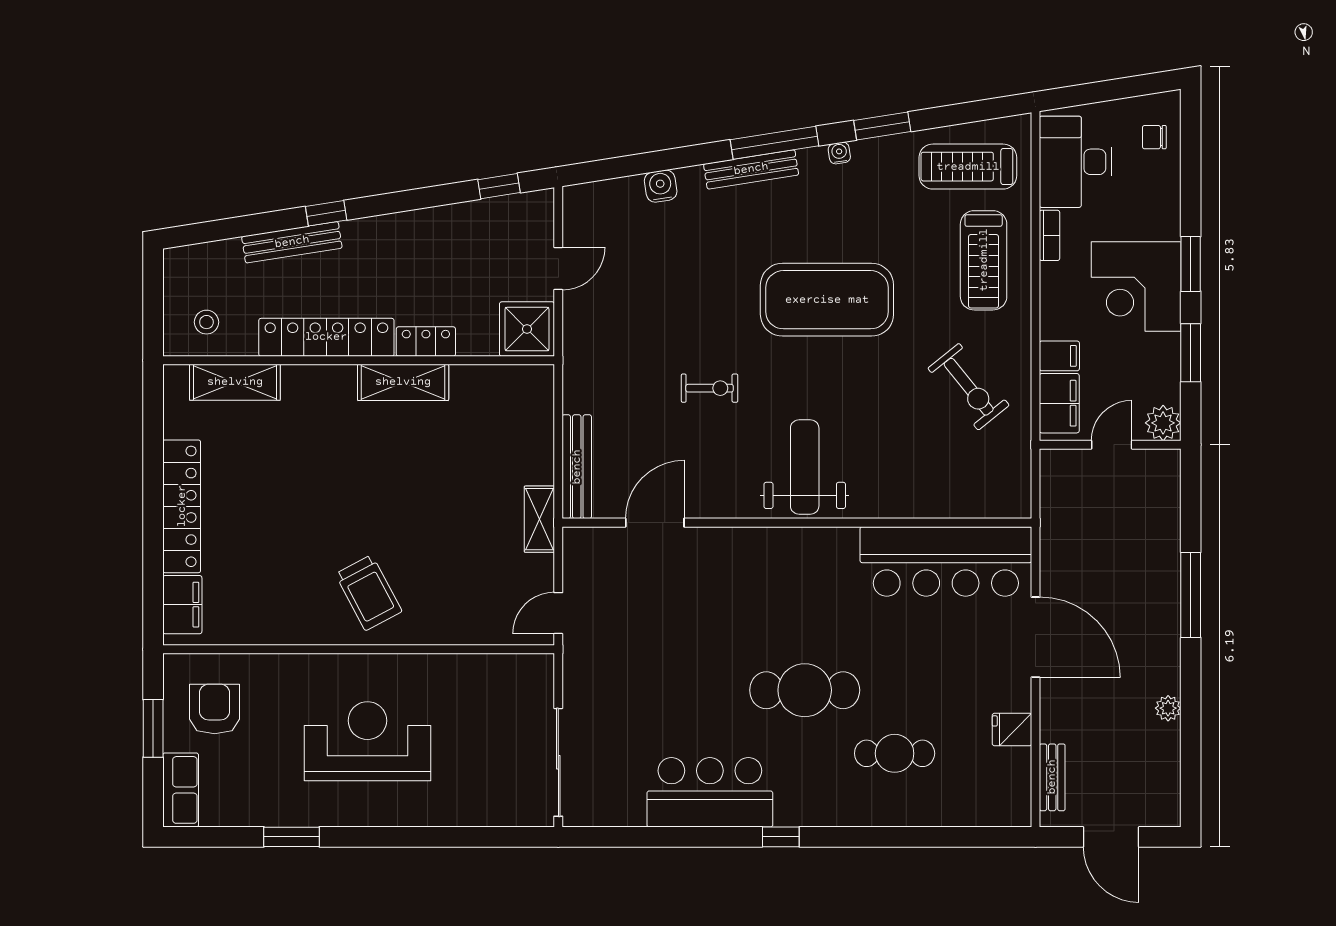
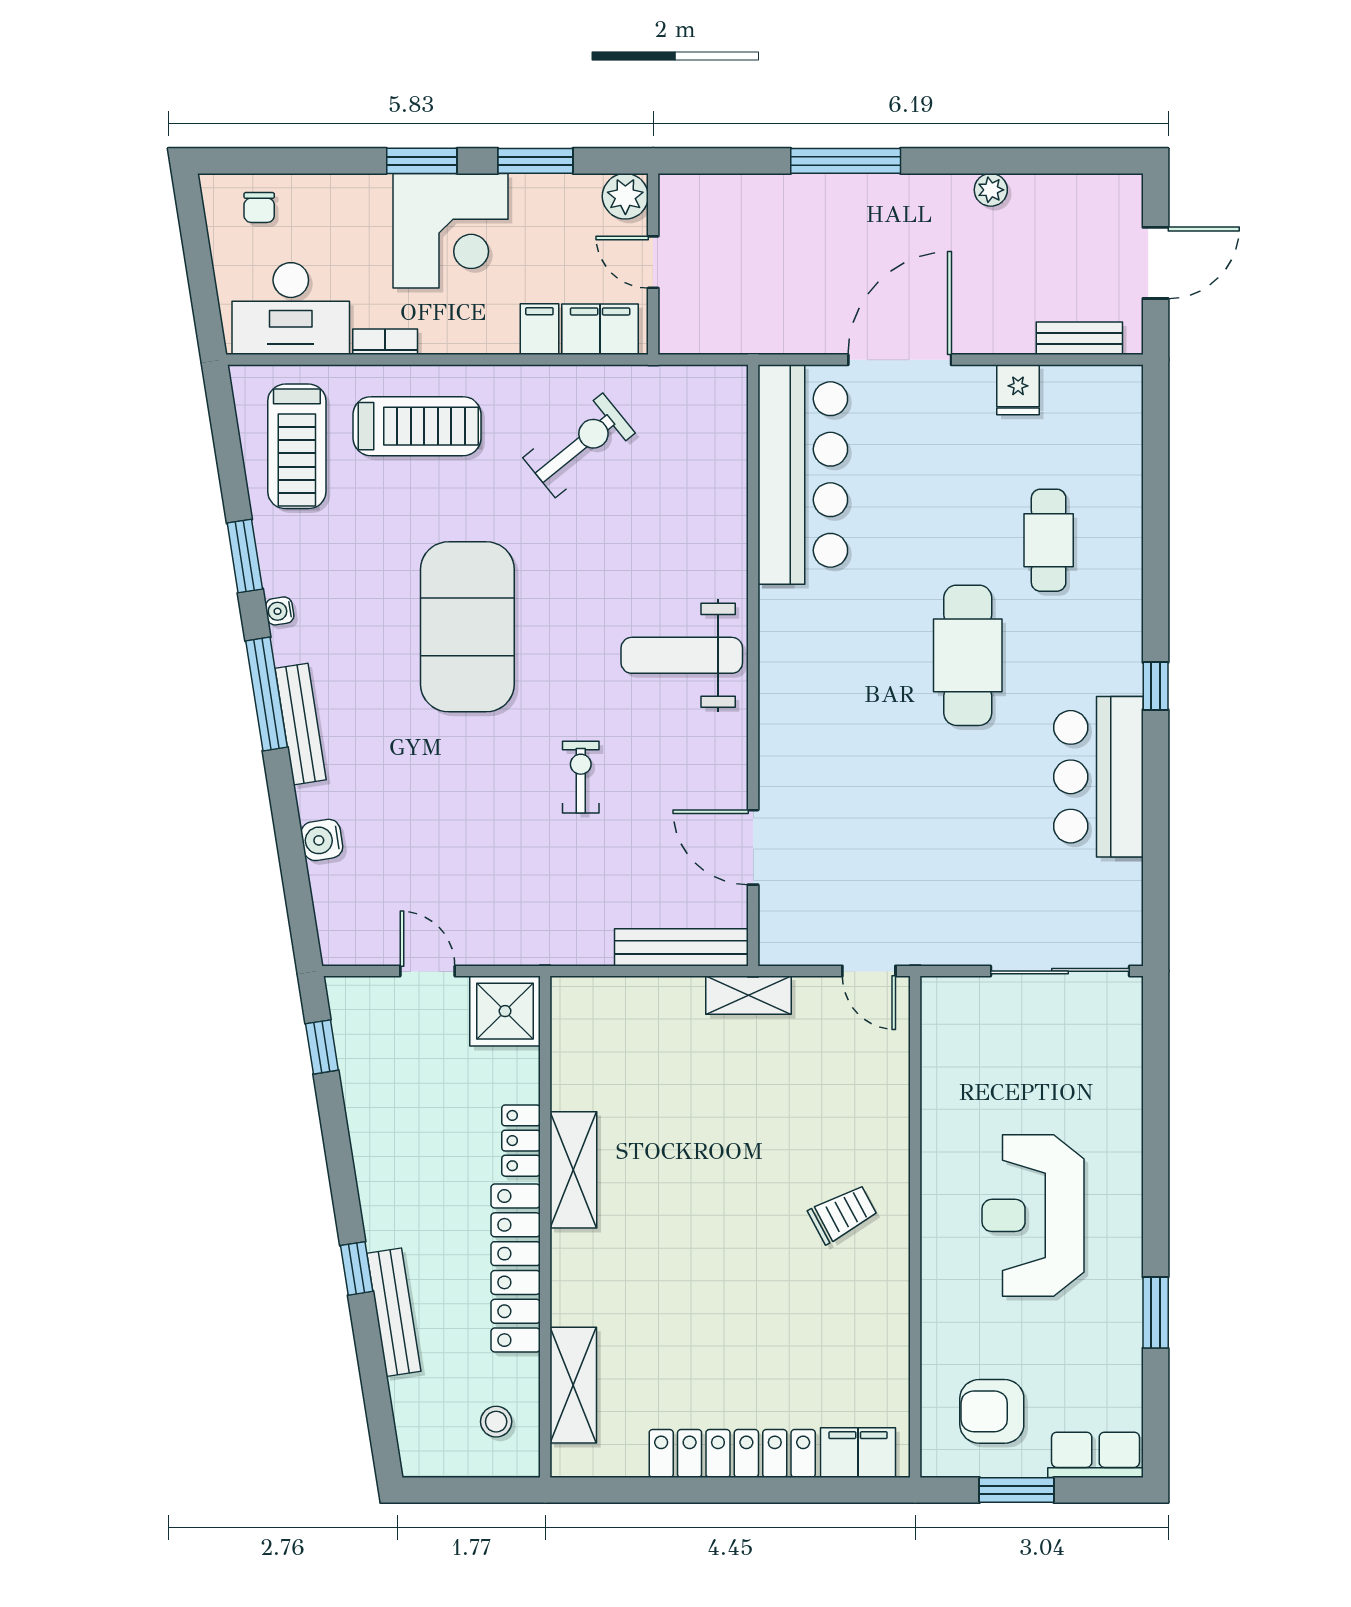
trolley: (369, 593) -> (843, 1214), width x0.73, depth x0.72

